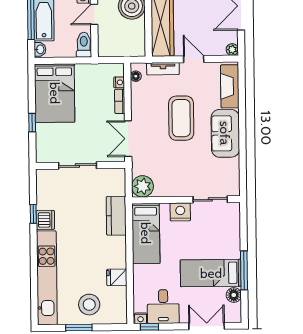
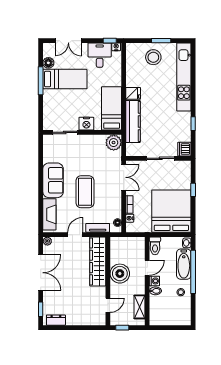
door: (194, 59) -> (75, 235), swing flipped
bed: (55, 93) -> (171, 211), width x1.36
kitchen counter: (116, 216) -> (133, 121), width x1.50
dishwasher: (45, 220) -> (184, 149), moved
fridge: (117, 277) -> (133, 93), moved

